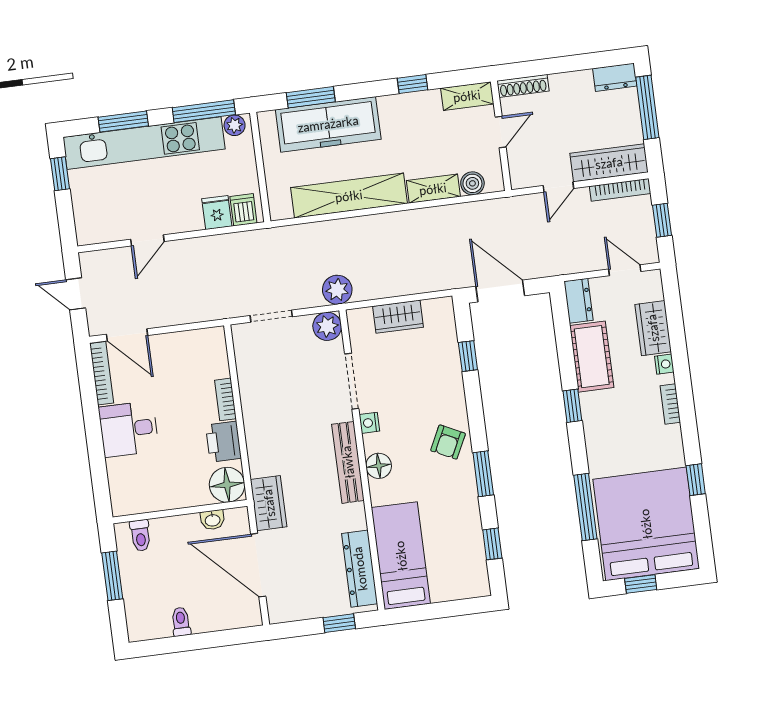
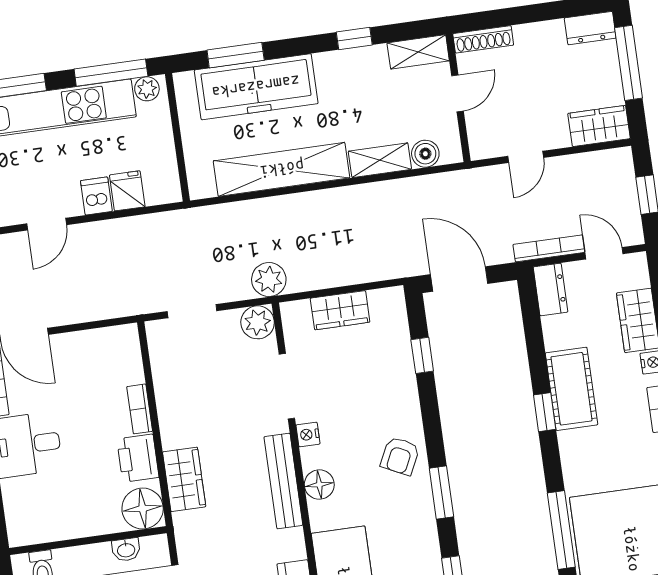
wardrobe: (609, 163) -> (599, 126), width x0.67
bookcase: (620, 190) -> (549, 248), moved, turned 180
dishwasher: (243, 210) -> (96, 196), moved
cot: (592, 357) -> (571, 389), moved
wardrobe: (269, 503) -> (184, 479), moved

